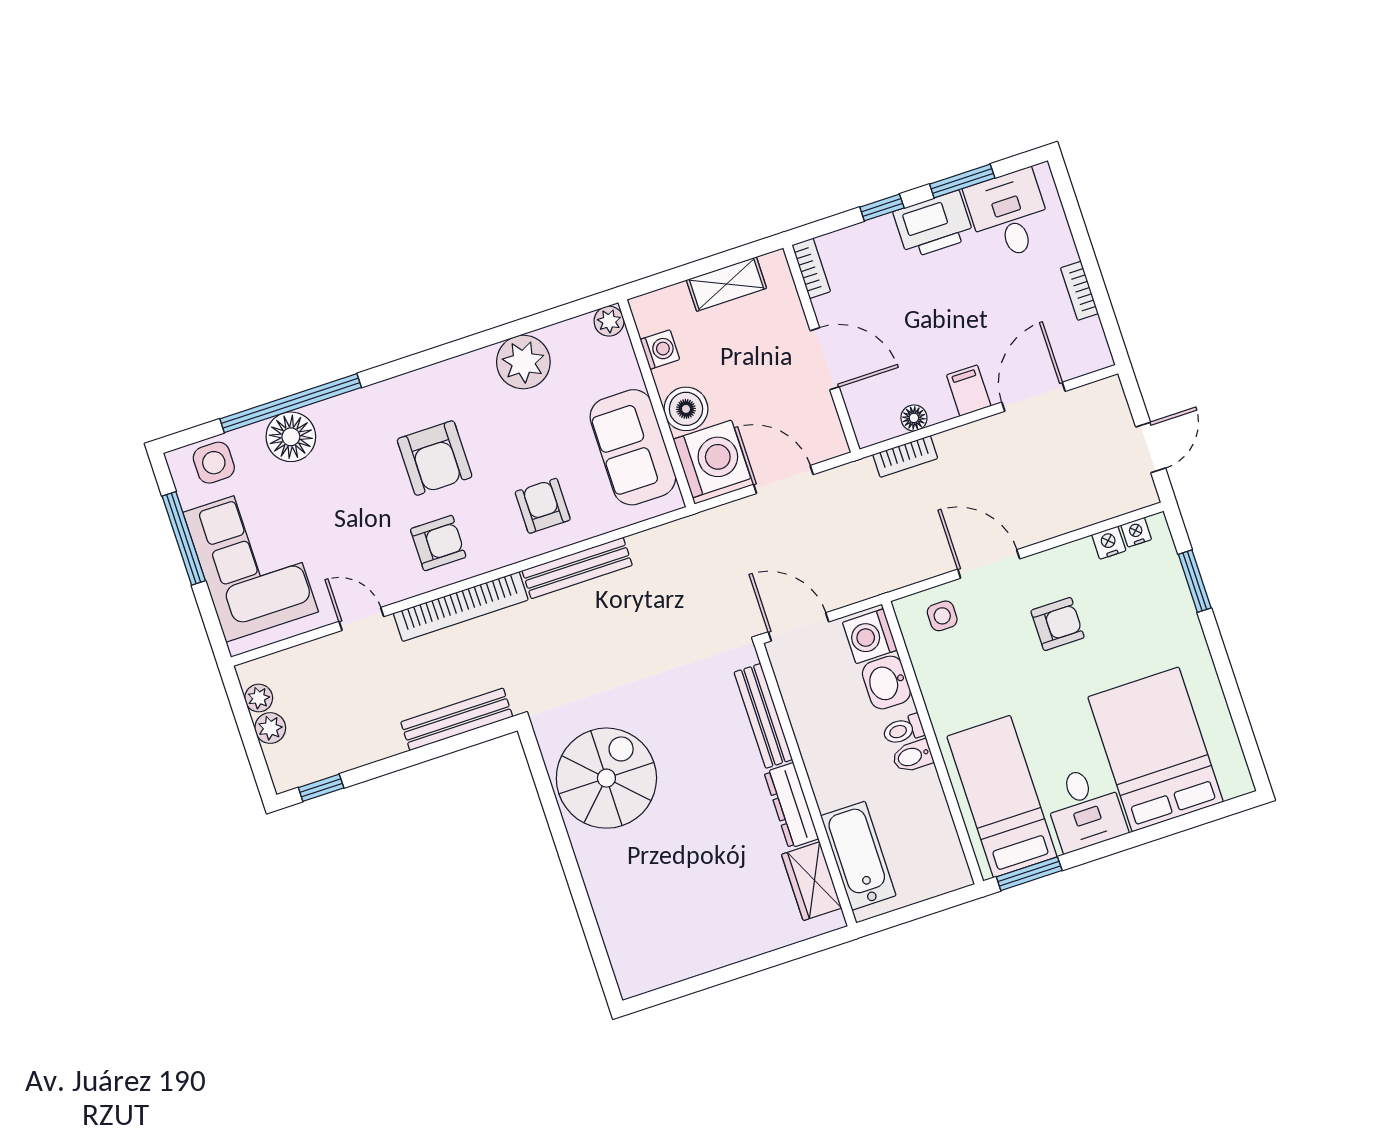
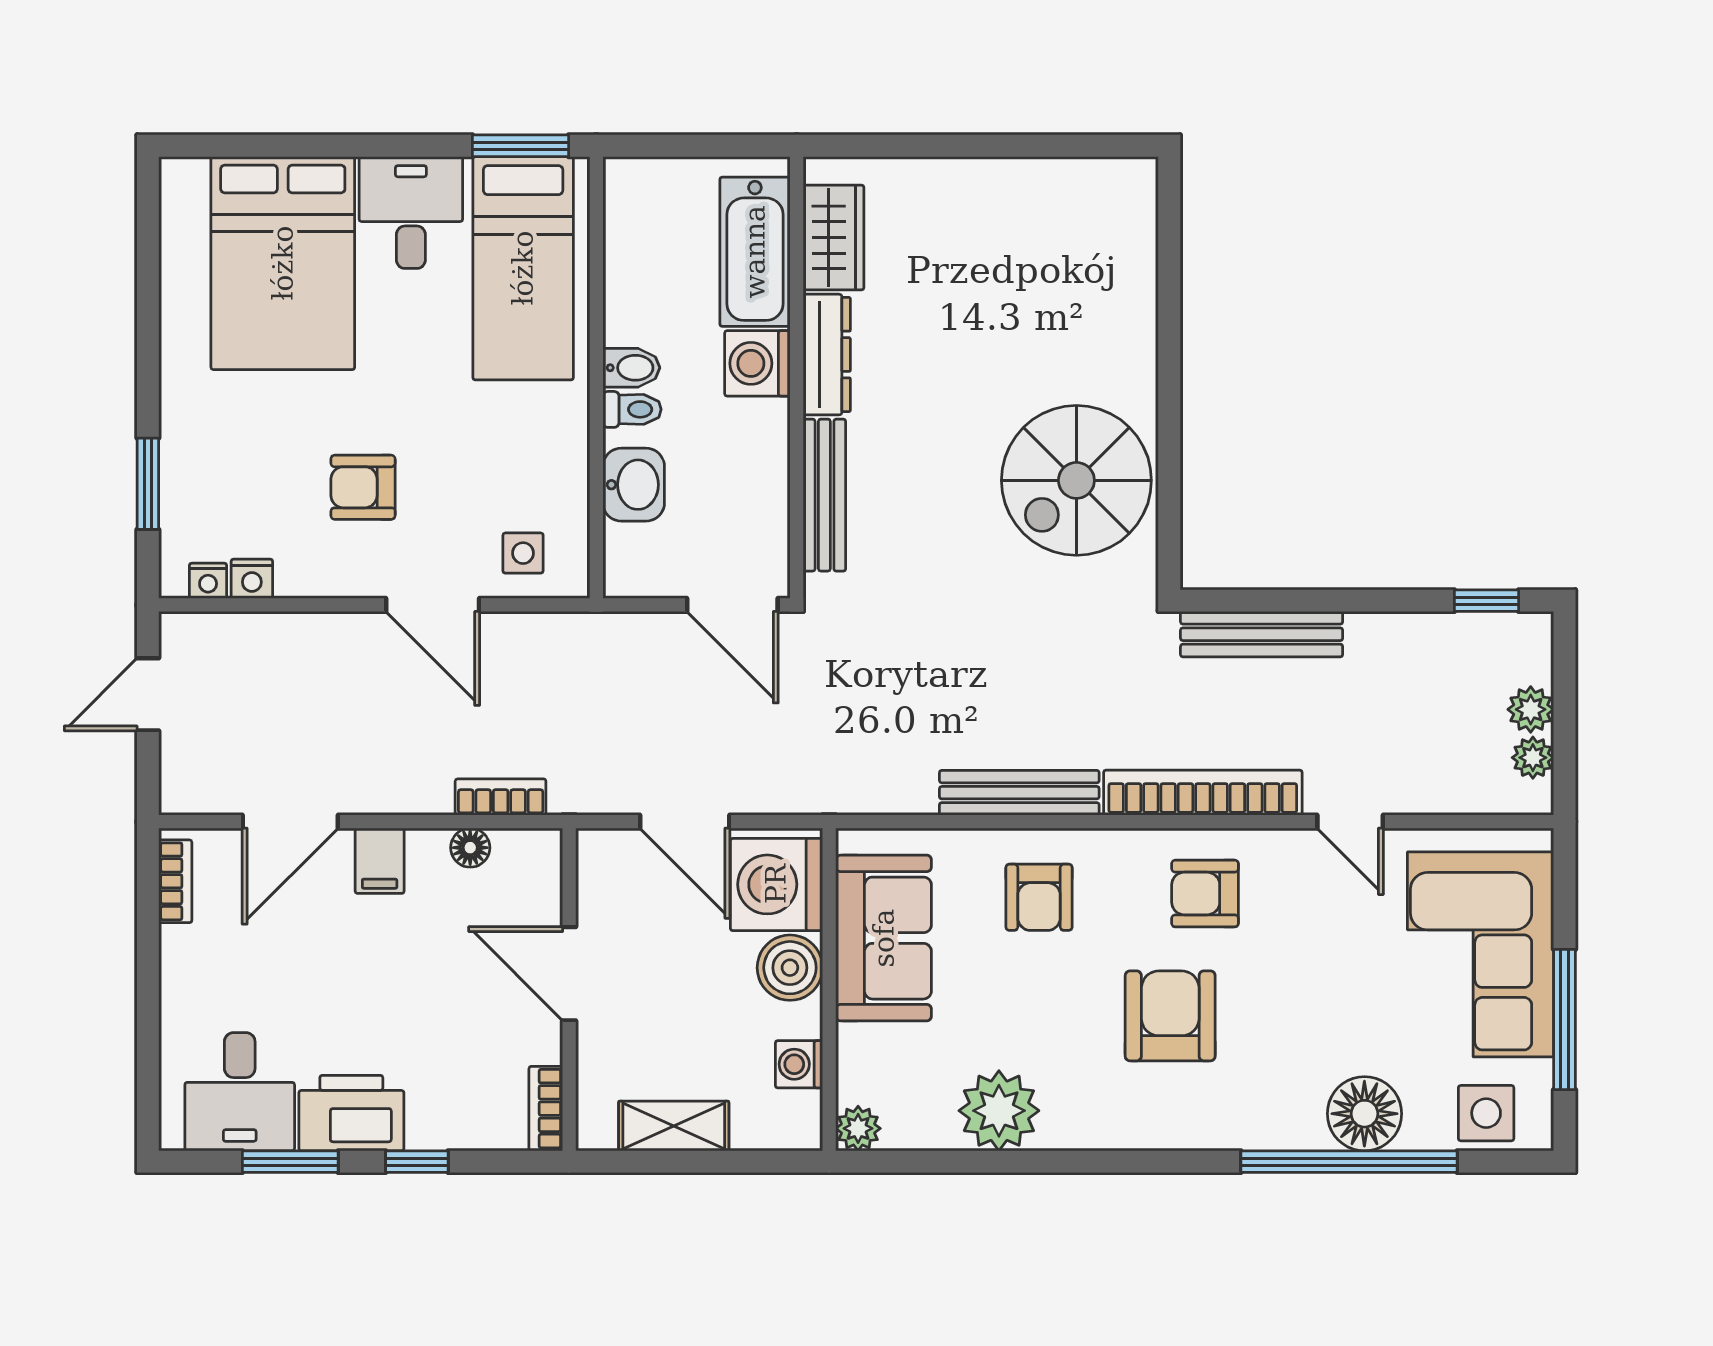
bookcase: (1079, 291) -> (175, 881), moved
washing machine: (870, 636) -> (757, 363), moved, turned 180

